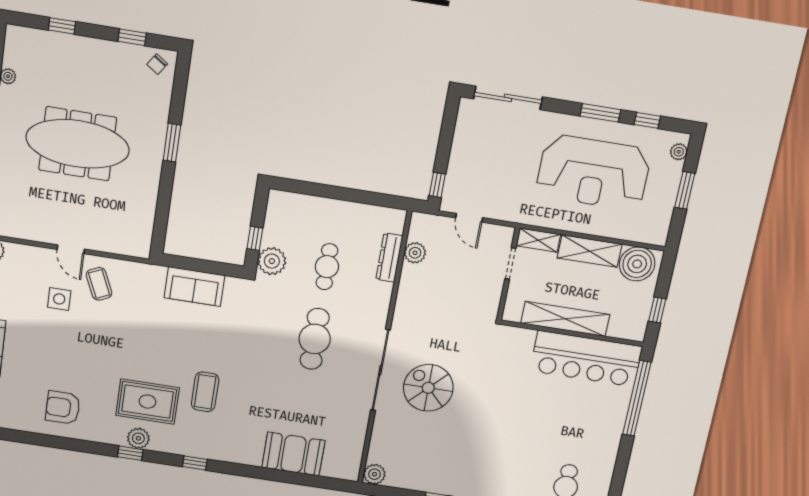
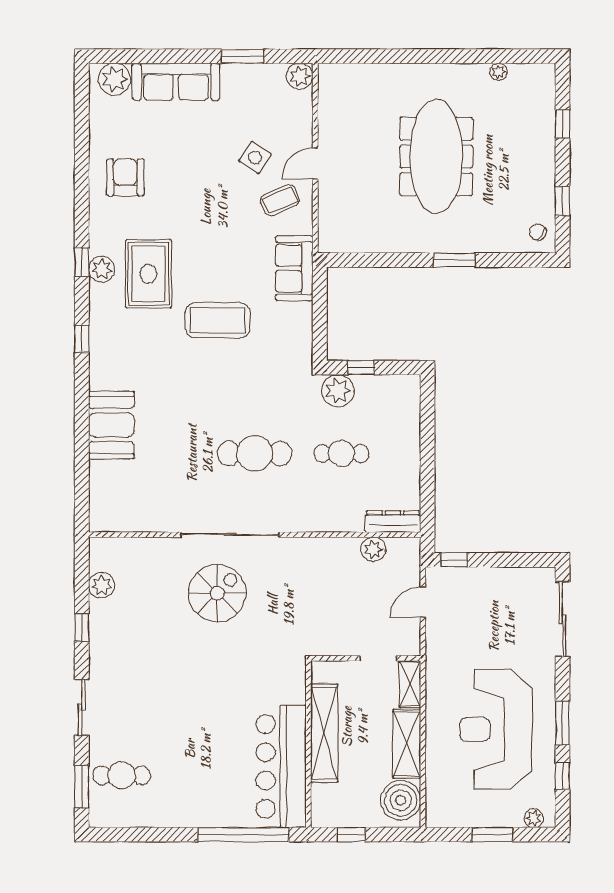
dresser: (389, 258) -> (393, 522), moved
sofa: (194, 287) -> (294, 268), moved
side table: (59, 299) -> (255, 158), turned 34
coffee table: (205, 392) -> (218, 320), moved, width x1.36, depth x1.32
booth: (293, 454) -> (111, 425), moved
plant: (374, 474) -> (102, 585), moved

